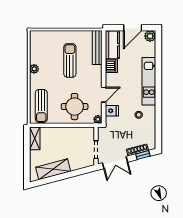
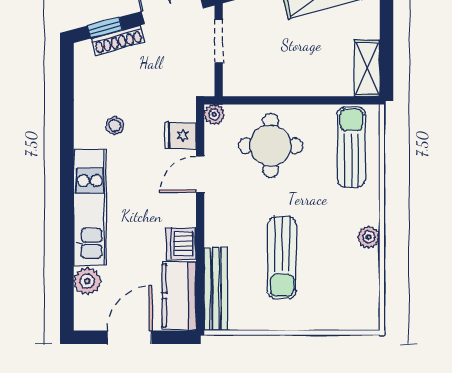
plant: (150, 36) -> (87, 281), moved

